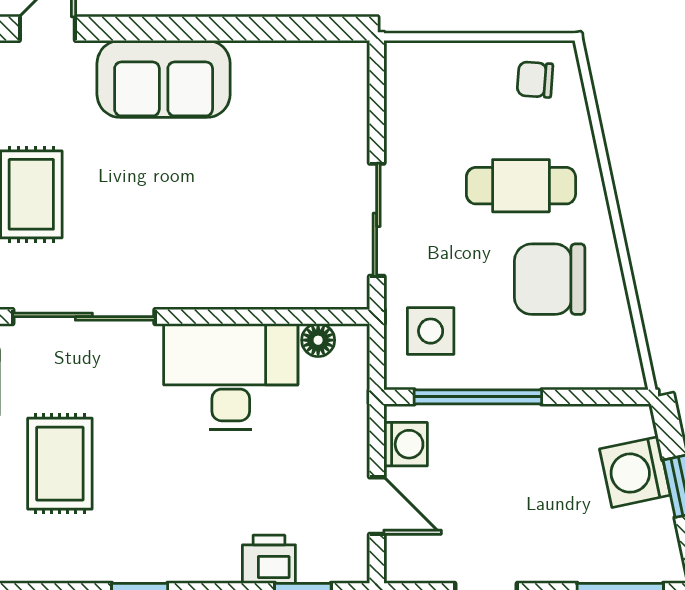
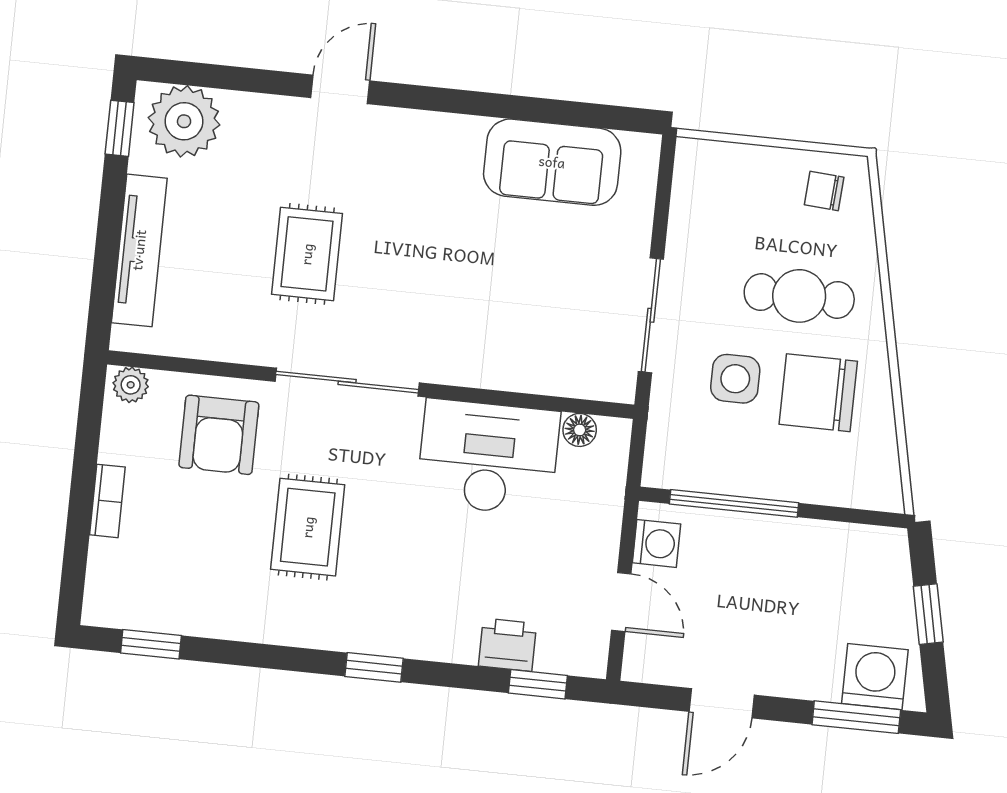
sofa: (164, 79) -> (552, 162), moved
side table: (431, 331) -> (735, 379), moved
washing machine: (635, 472) -> (875, 677), moved, turned 102

